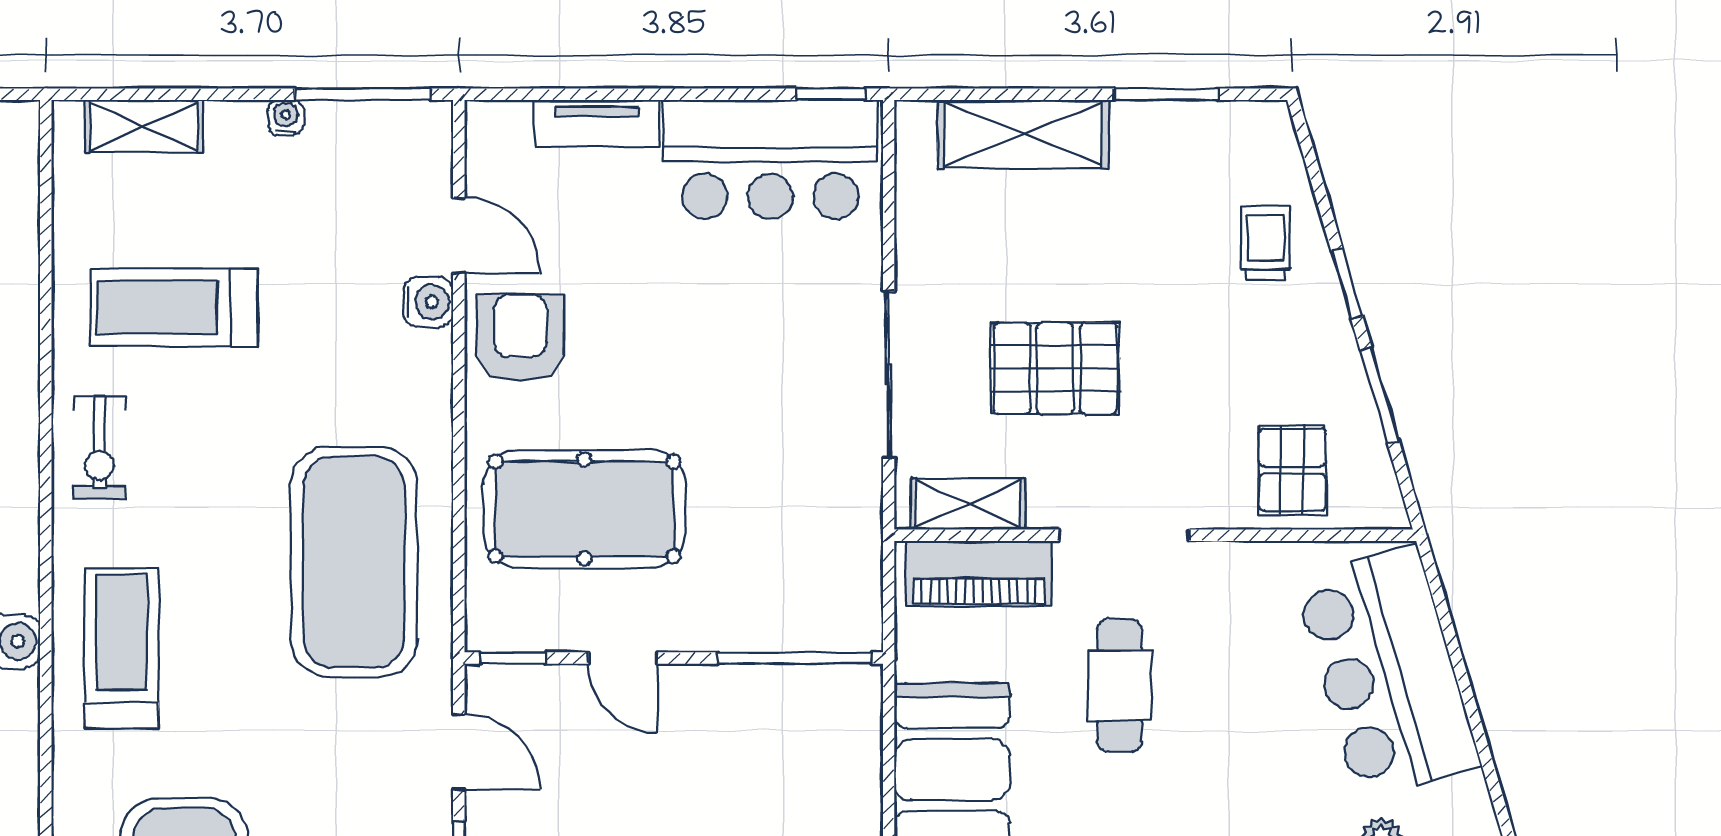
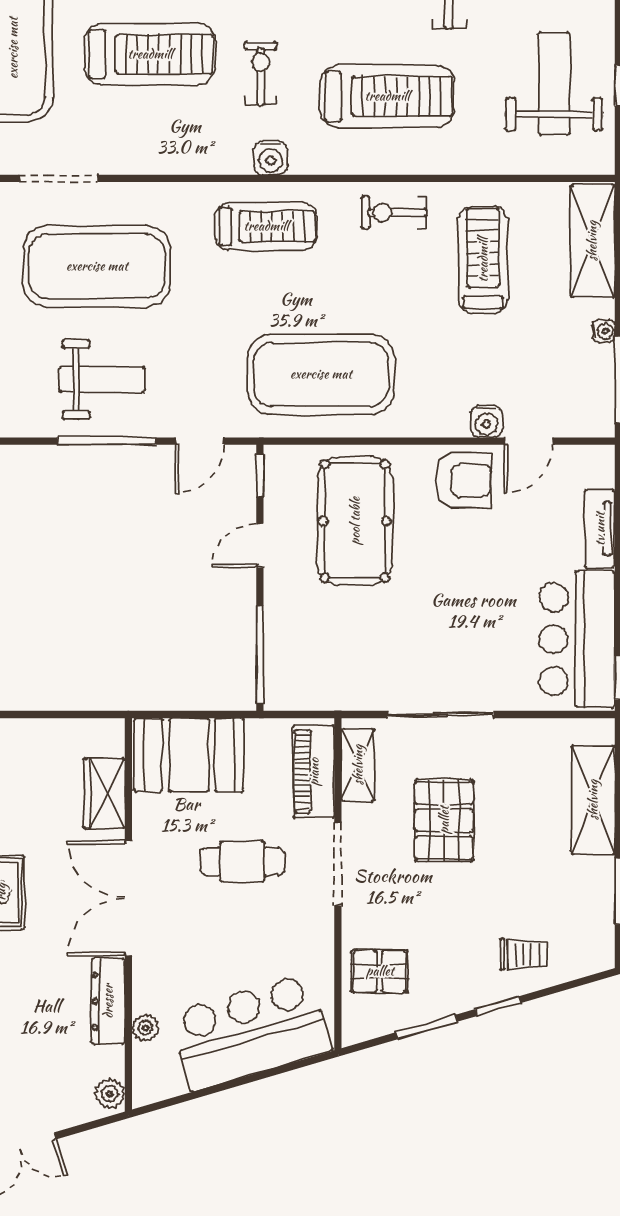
shelving: (144, 126) -> (592, 241), width x1.50, depth x1.33

